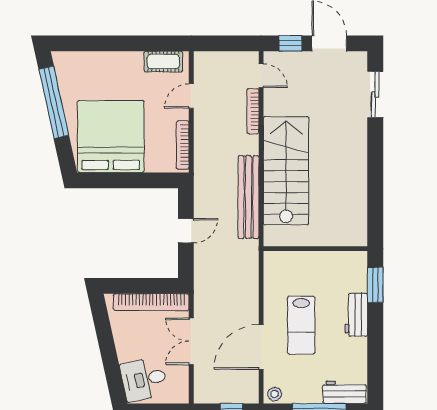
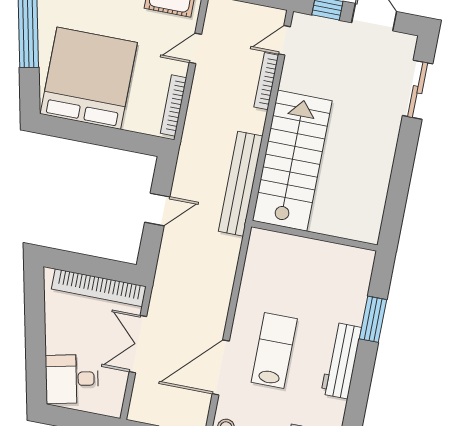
door: (261, 76) -> (284, 40), swing flipped
wall: (315, 249) -> (314, 236), moved
workbench: (356, 315) -> (341, 361), width x1.38
lab bench: (301, 325) -> (274, 350), turned 180

